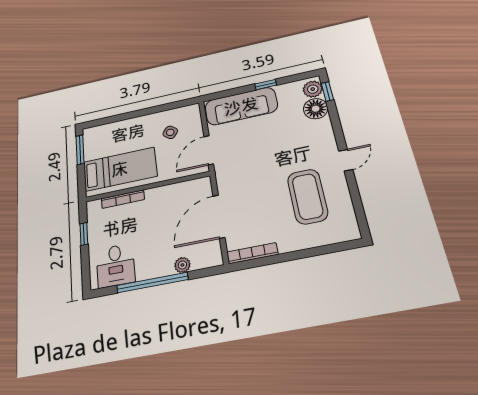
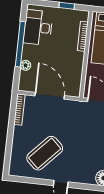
coffee table: (308, 196) -> (45, 153), turned -47
desk: (116, 265) -> (38, 28), width x1.37

